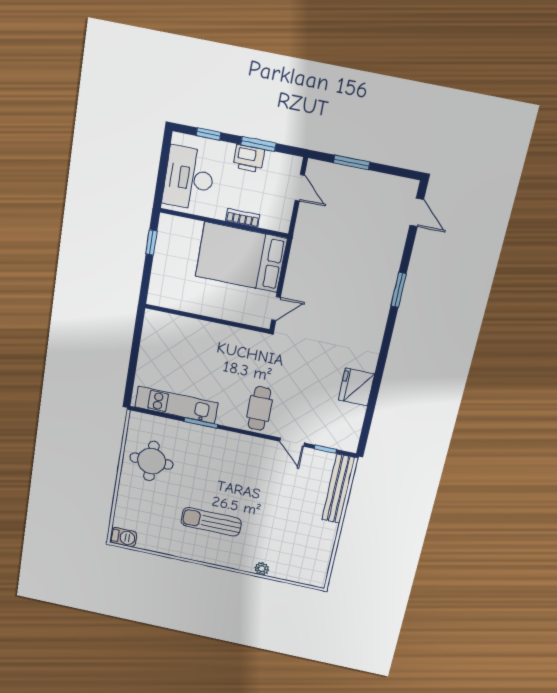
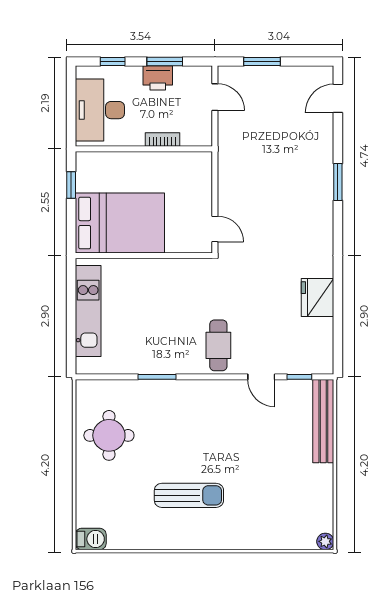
door: (417, 212) -> (338, 98), swing flipped
bed: (241, 257) -> (120, 223), moved, turned 180
door: (276, 309) -> (215, 229), hinge flipped
kitchen unit: (176, 405) -> (88, 311), moved, turned 90
sun lounger: (211, 522) -> (189, 495), turned 180
plant: (262, 569) -> (325, 541), moved

